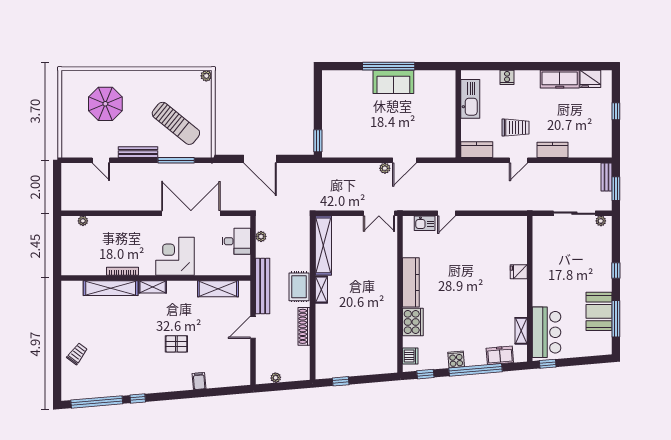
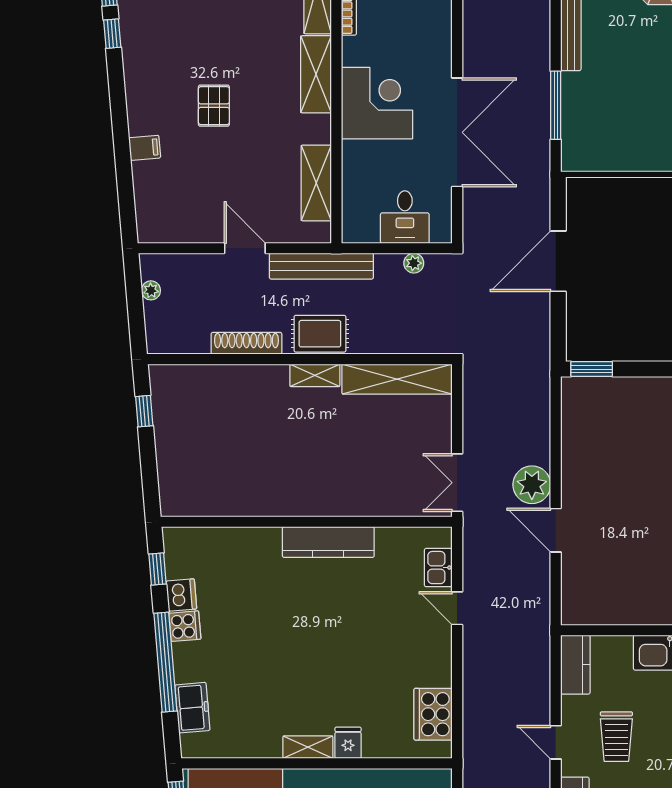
sun lounger: (176, 123) -> (624, 105), removed
plant: (385, 168) -> (532, 485), width x1.87, depth x1.87
shelving: (153, 287) -> (316, 74), width x1.50, depth x1.33
cooker: (413, 322) -> (433, 714), moved, turned 90
shelving: (521, 331) -> (308, 747), moved
dishwasher: (410, 356) -> (181, 595), moved, turned -95

